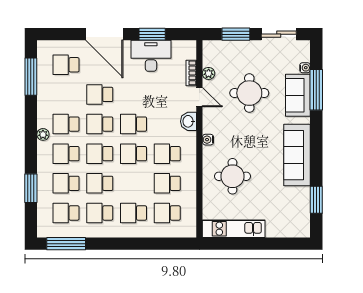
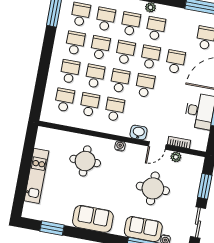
sofa: (297, 155) -> (93, 219), width x0.73
school desk: (134, 183) -> (95, 76), added
kitchen unit: (234, 229) -> (36, 176), moved

